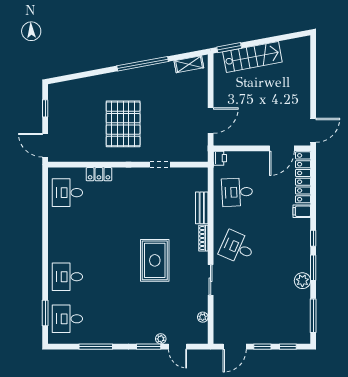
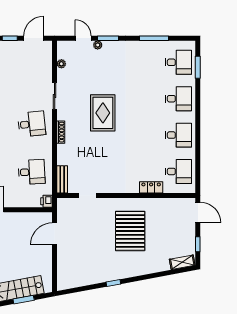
window: (229, 48) -> (24, 300), moved
window: (143, 64) -> (113, 283), width x0.32
shelving: (189, 64) -> (182, 262), moved
doorway: (160, 165) -> (88, 196), moved
bench: (202, 208) -> (62, 179), moved
desk: (67, 235) -> (178, 135), added
desk: (237, 247) -> (32, 124), turned -30

